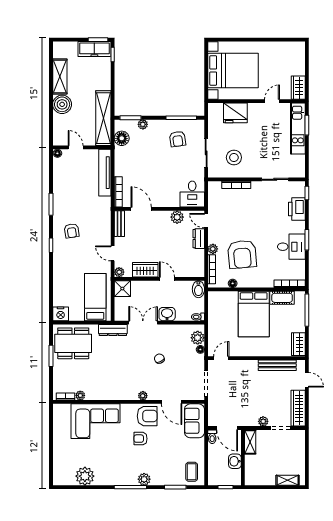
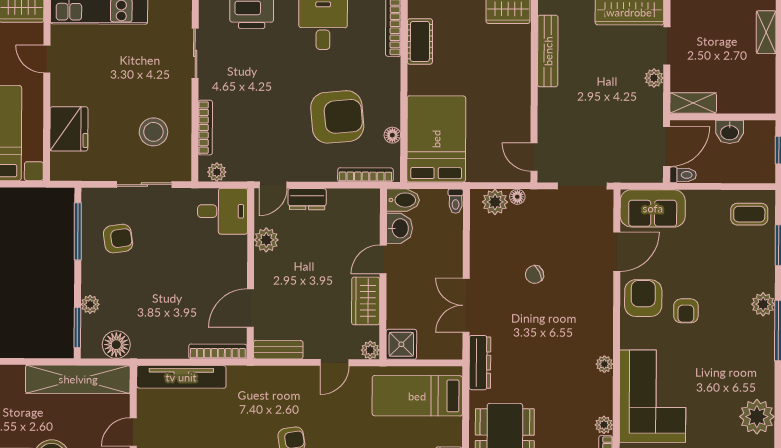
plant: (213, 249) -> (217, 172), moved
washbasin: (167, 314) -> (399, 228), moved, turned 180
bed: (254, 314) -> (436, 139), moved, turned -90
plant: (143, 396) -> (604, 364), moved

